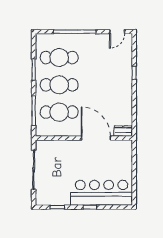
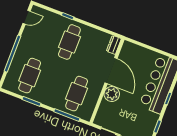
door: (117, 32) -> (26, 17), hinge flipped
cafe table: (59, 85) -> (69, 42), moved
door: (96, 138) -> (111, 71), swing flipped
plant: (72, 148) -> (112, 94), added

